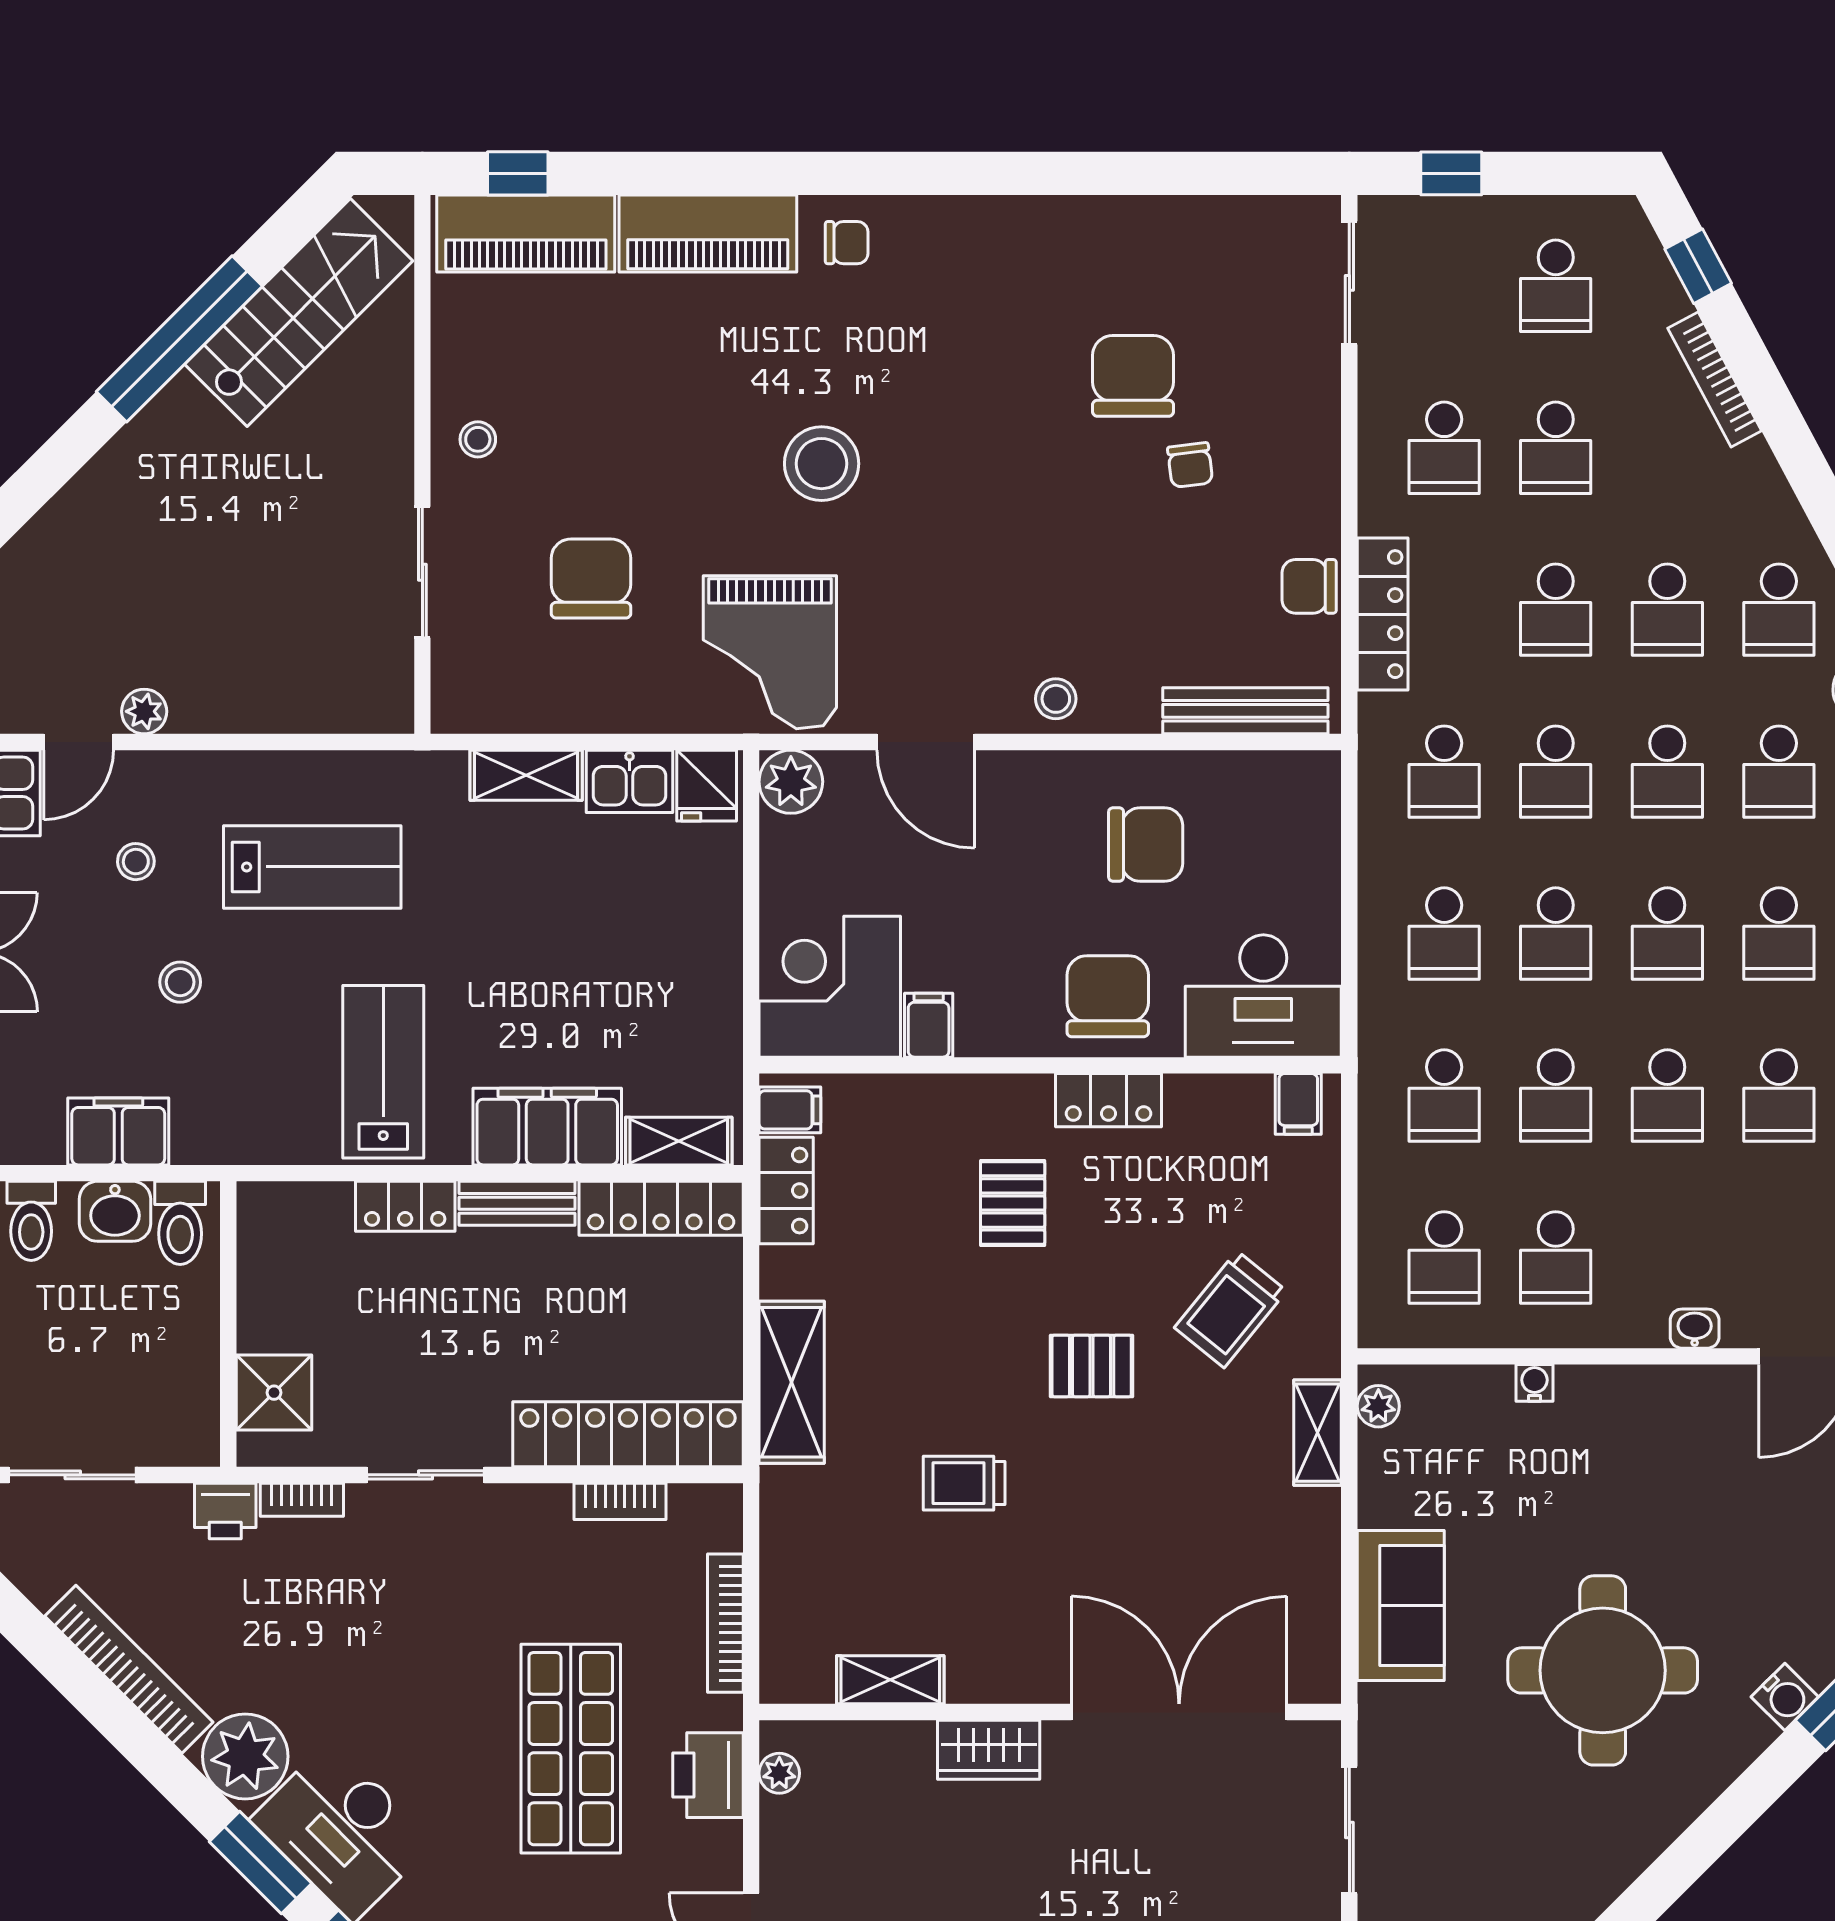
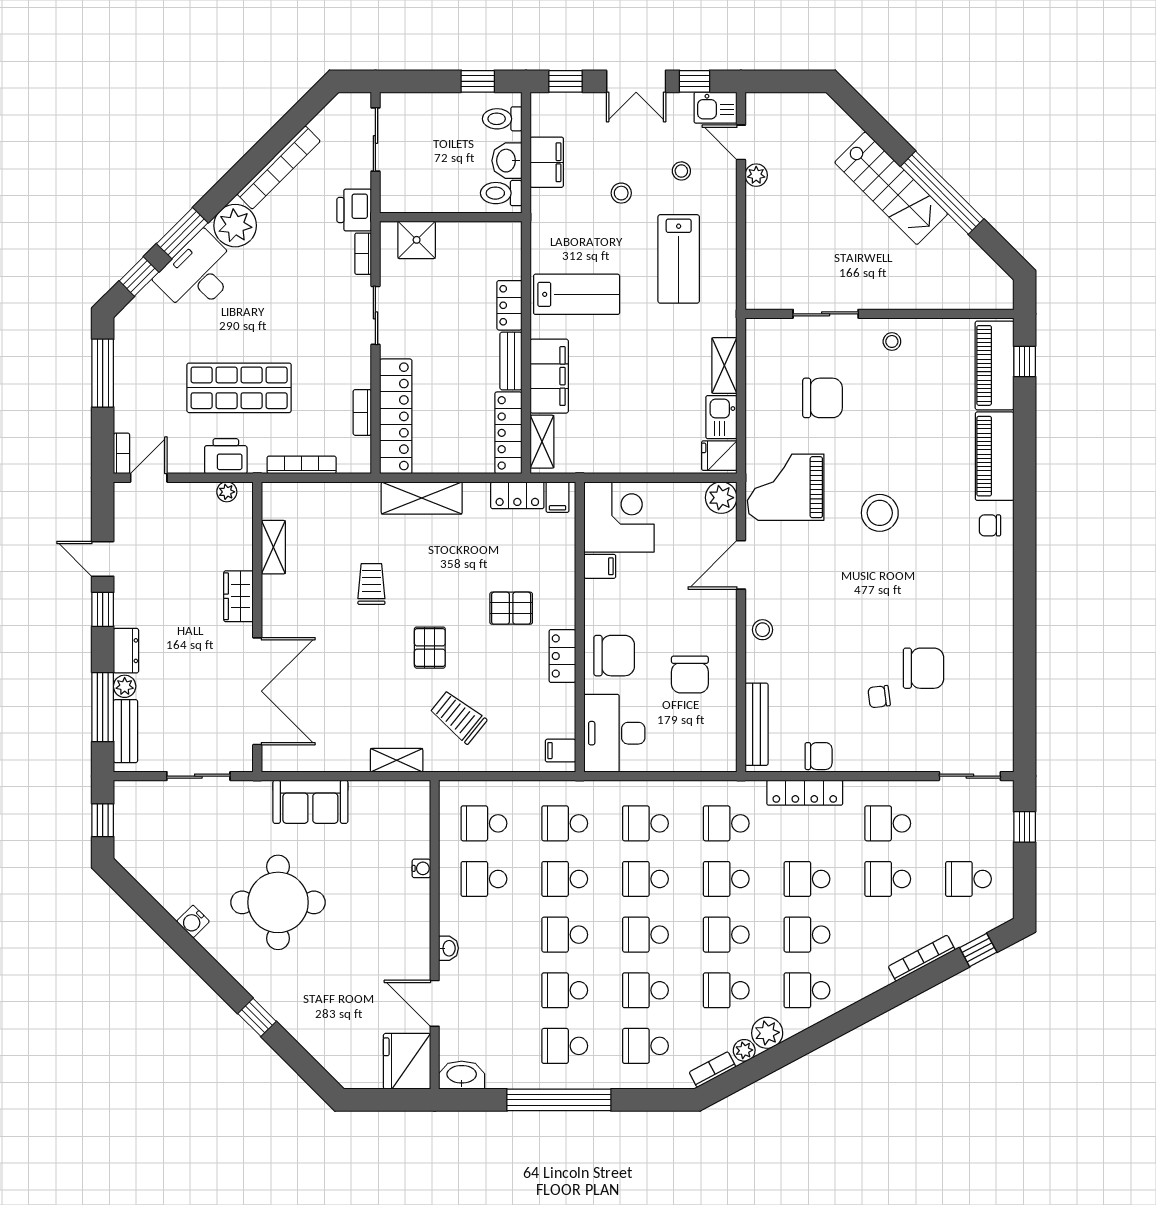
chair: (847, 243) -> (990, 525), turned 90
stairs: (299, 312) -> (891, 188), moved
chair: (1309, 586) -> (819, 756), turned 90
plant: (1378, 1406) -> (410, 790), removed
printer: (225, 1511) -> (354, 210), width x1.36, depth x1.24
water cooler: (1785, 1697) -> (193, 921), moved

